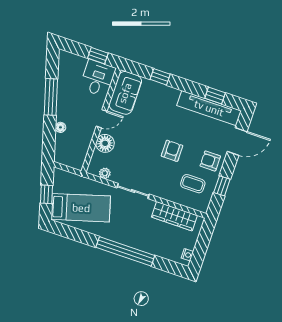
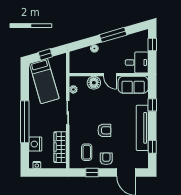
window: (98, 56) -> (152, 44), moved
tv unit: (209, 108) -> (142, 128), moved
nightstand: (159, 247) -> (35, 144), added

